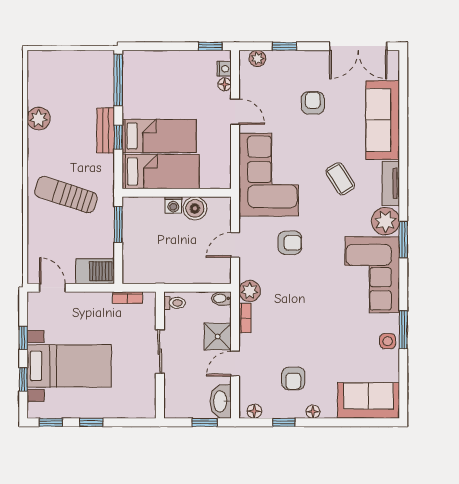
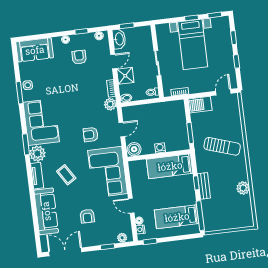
bed: (159, 136) -> (177, 217), moved
boiler: (195, 208) -> (134, 149), moved
door: (52, 288) -> (223, 92), swing flipped
bed with nightstands: (69, 366) -> (193, 44), moved, turned -90

